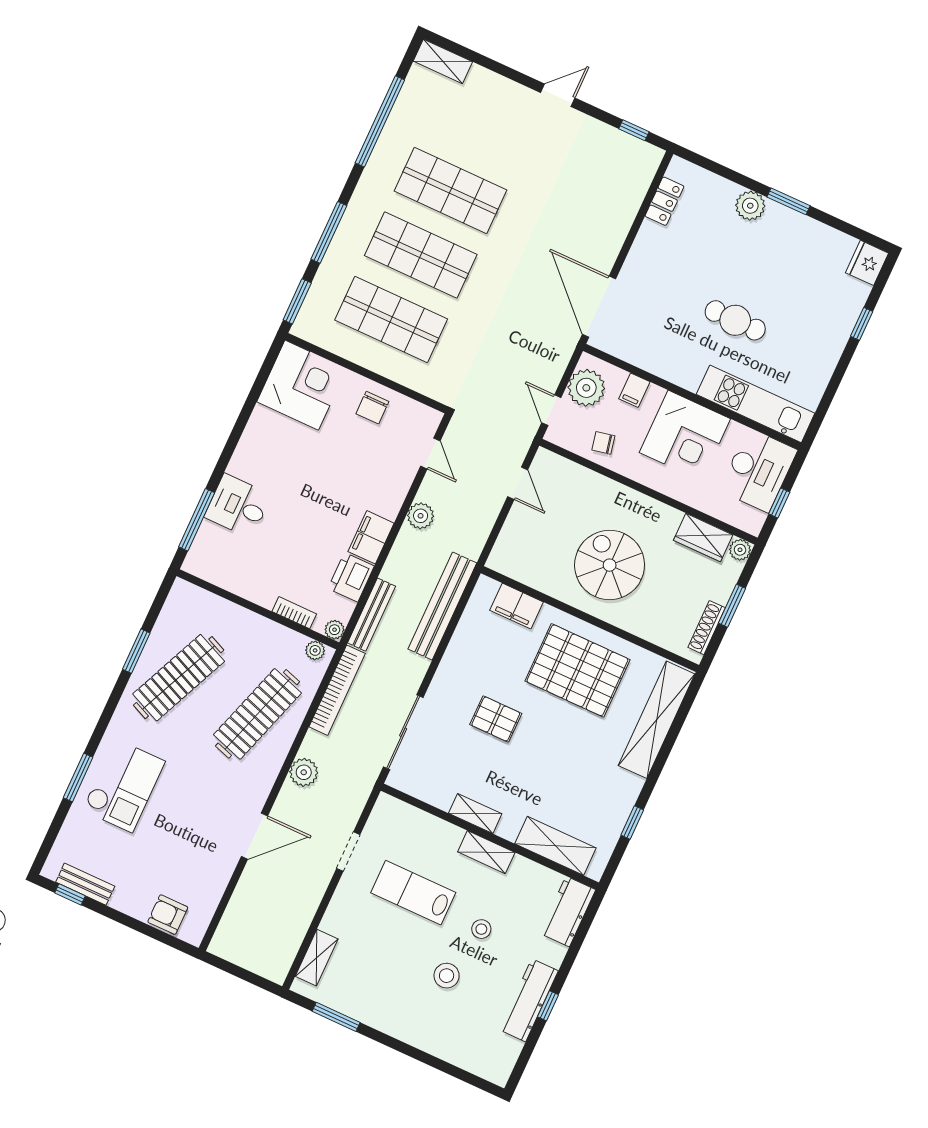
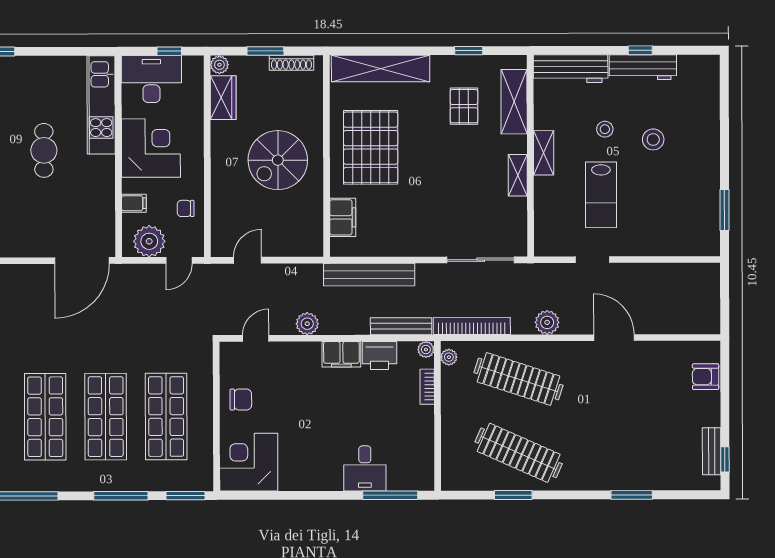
chair: (603, 443) -> (186, 208), turned 102
pallet: (496, 719) -> (464, 106), moved
checkout: (124, 786) -> (622, 457), removed
workbench: (568, 912) -> (571, 69), width x1.37
armchair: (168, 915) -> (706, 377), turned 90
shelving: (317, 958) -> (686, 246), removed

